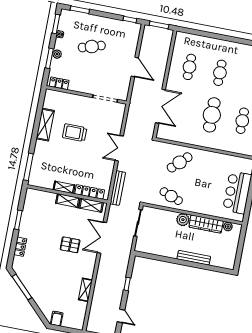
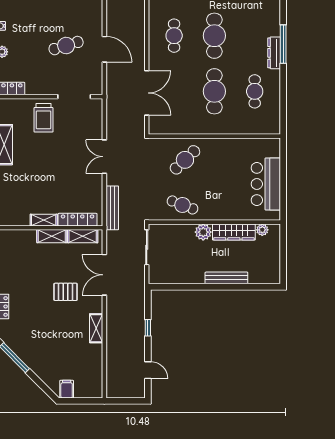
cafe table: (92, 47) -> (66, 46), moved
cafe table: (220, 73) -> (214, 36), width x1.37, depth x1.35
trolley: (75, 133) -> (44, 118), moved, turned -90
shelving: (85, 290) -> (96, 328), moved

